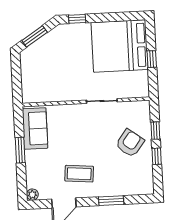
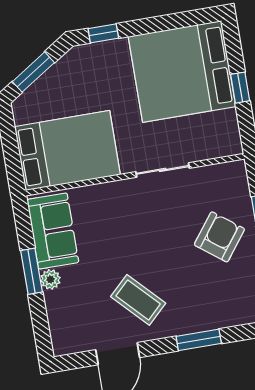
bed: (49, 84) -> (67, 151), added
coffee table: (79, 174) -> (138, 300), turned 41
plant: (32, 195) -> (50, 279), moved

